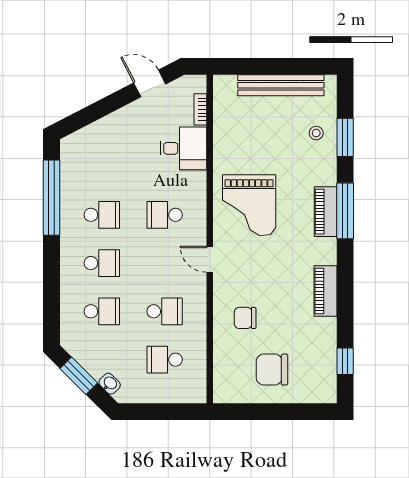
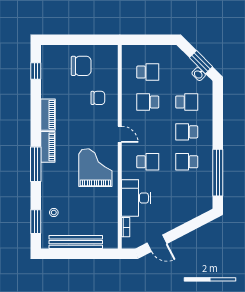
window: (345, 137) -> (36, 222), moved
desk: (183, 148) -> (136, 198), width x1.37
piano: (326, 212) -> (48, 147), moved
school desk: (102, 311) -> (187, 102), turned 180
washbasin: (110, 384) -> (199, 74), moved

